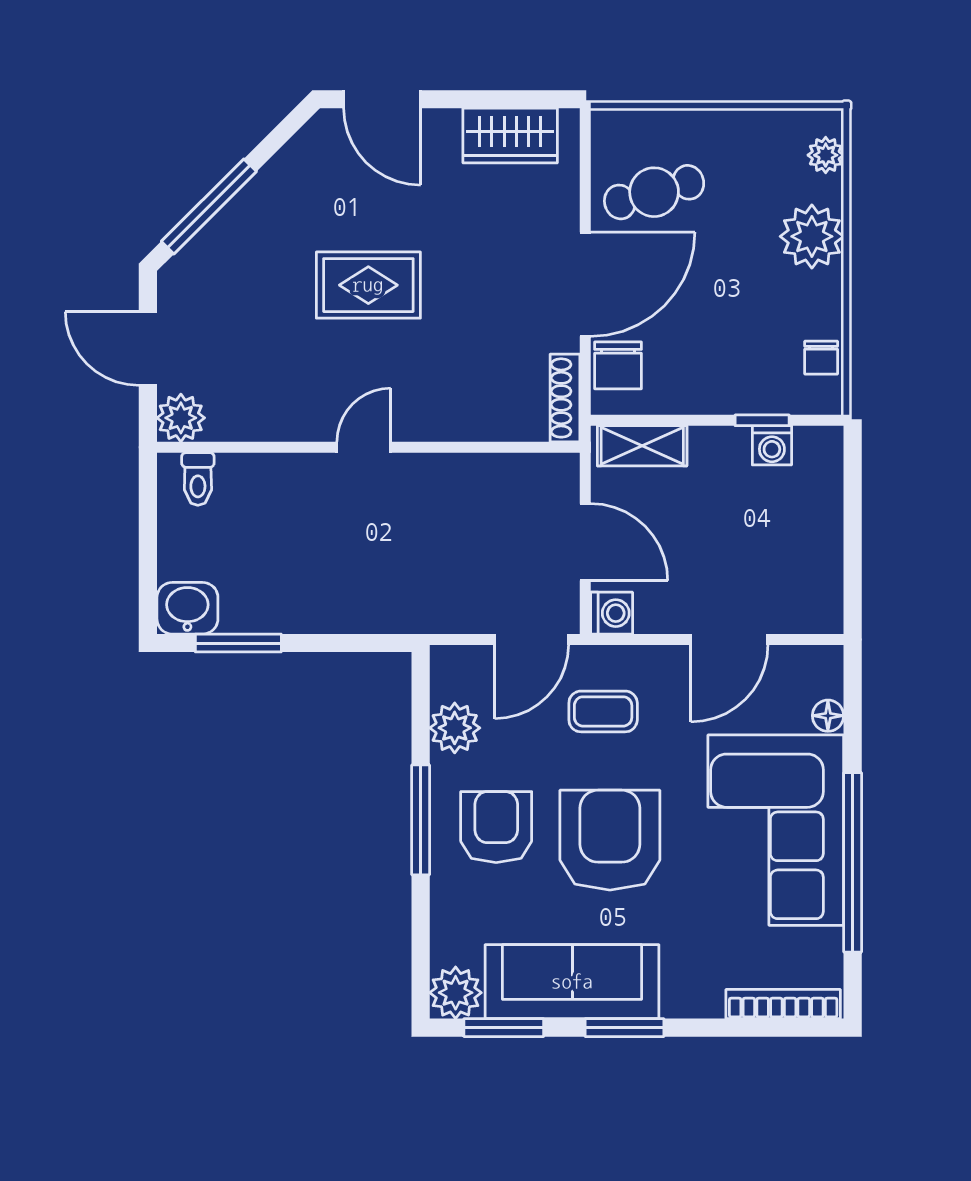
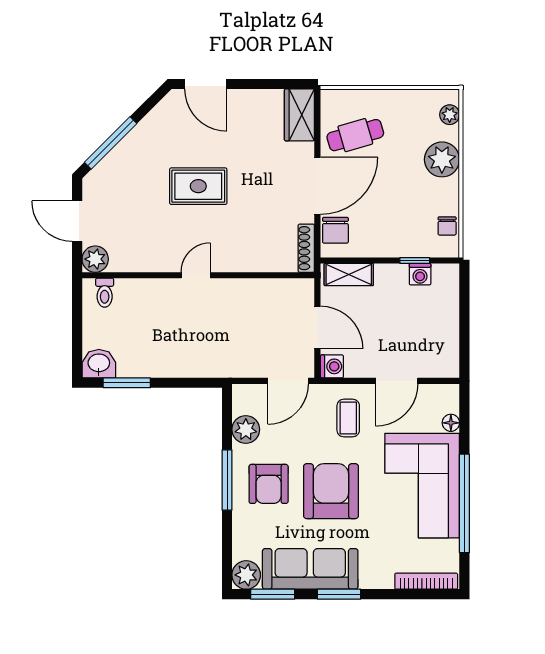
wardrobe: (510, 136) -> (299, 115), moved, turned 90
coffee table: (603, 711) -> (348, 418), moved, turned 90
armchair: (496, 827) -> (269, 484), turned 180

